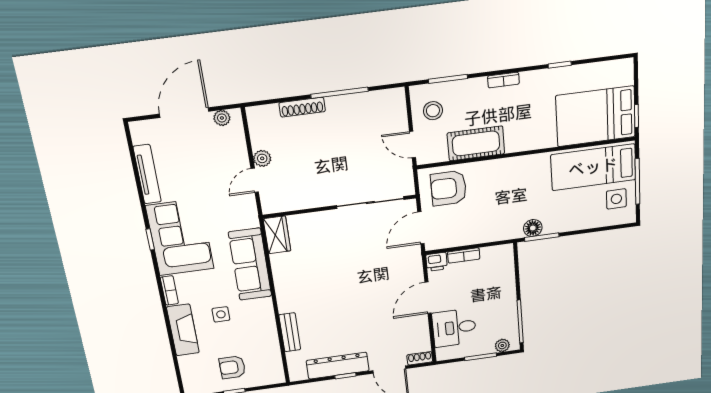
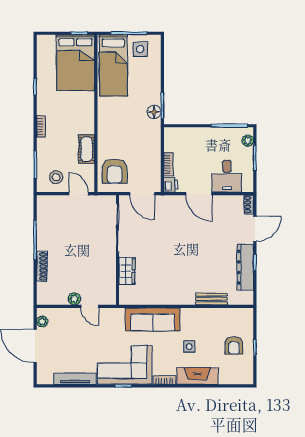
cot: (476, 143) -> (87, 149), width x0.73, depth x0.75
door: (413, 145) -> (79, 194), swing flipped
wardrobe: (277, 235) -> (127, 271), moved, turned 90

